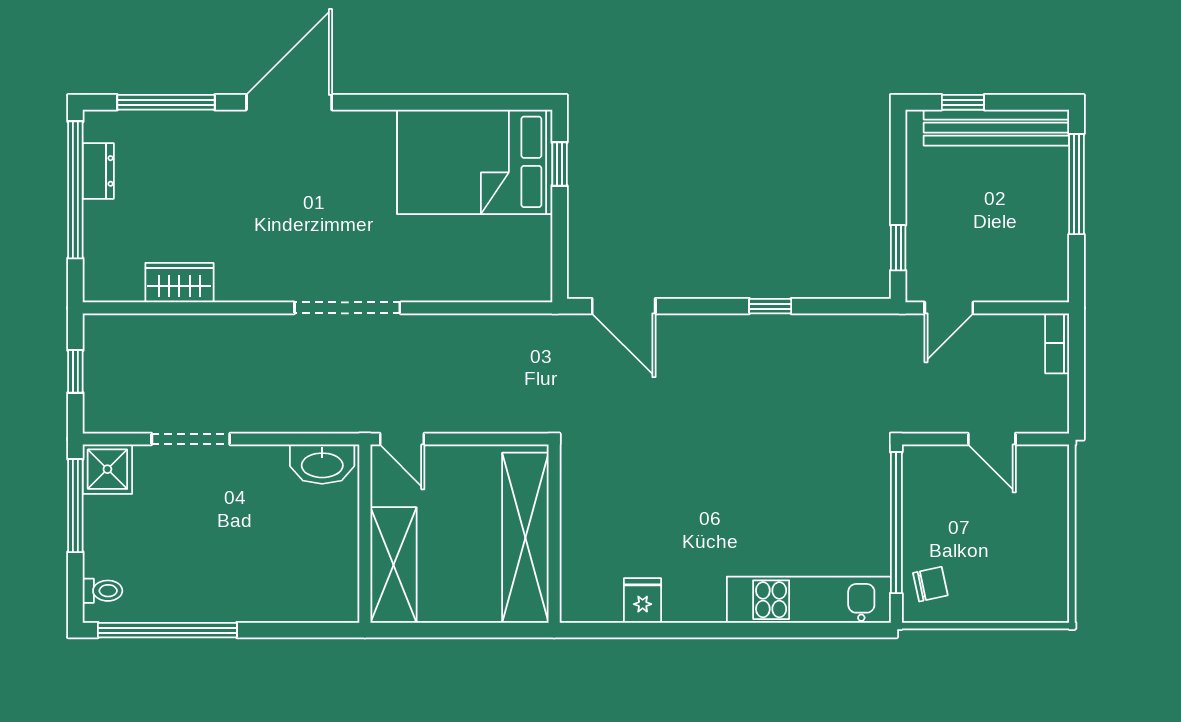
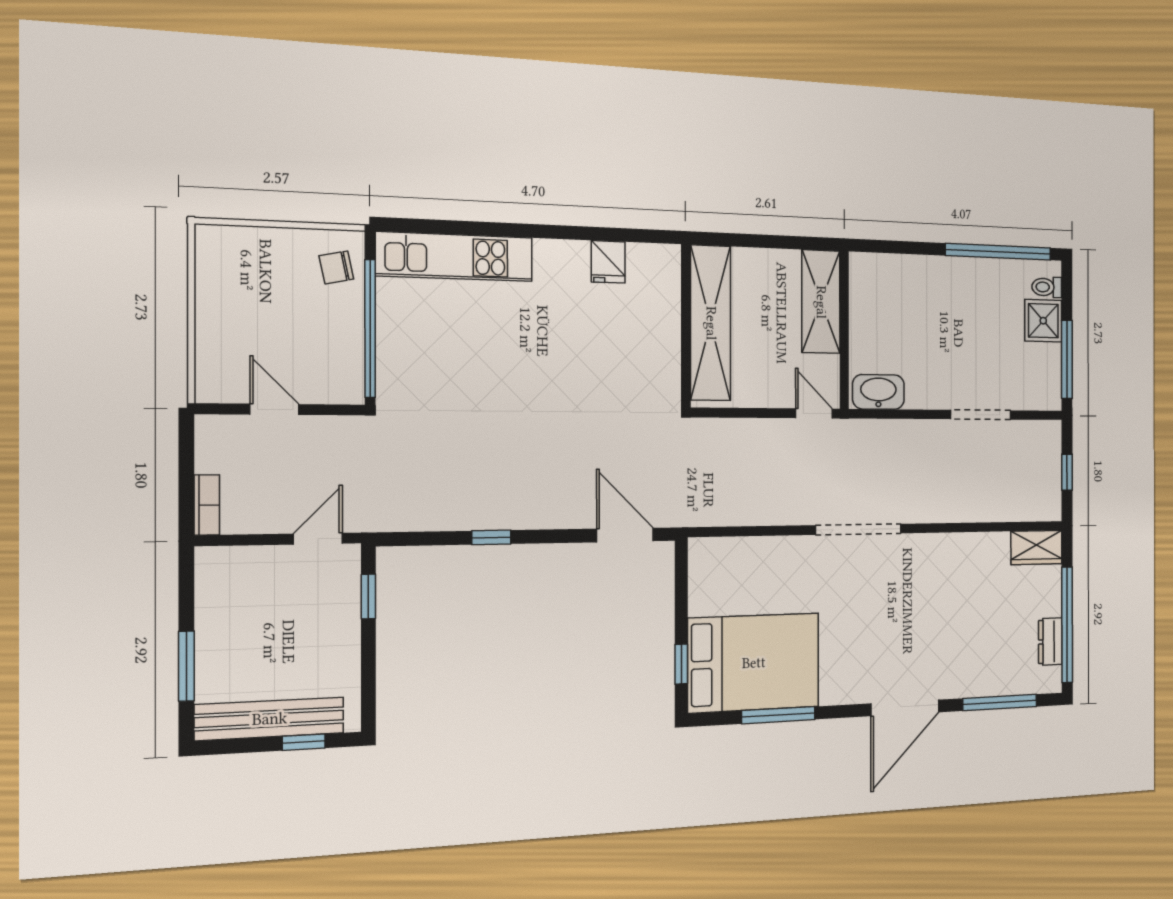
window: (445, 102) -> (778, 715), added
window: (1077, 184) -> (186, 666), width x0.69
wardrobe: (179, 283) -> (1037, 548), moved
shower: (107, 469) -> (1043, 321), moved

